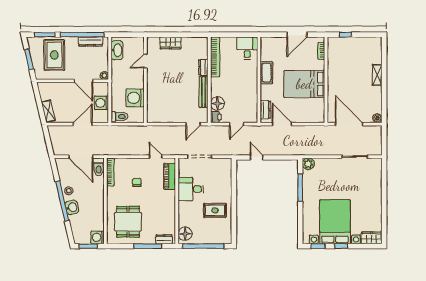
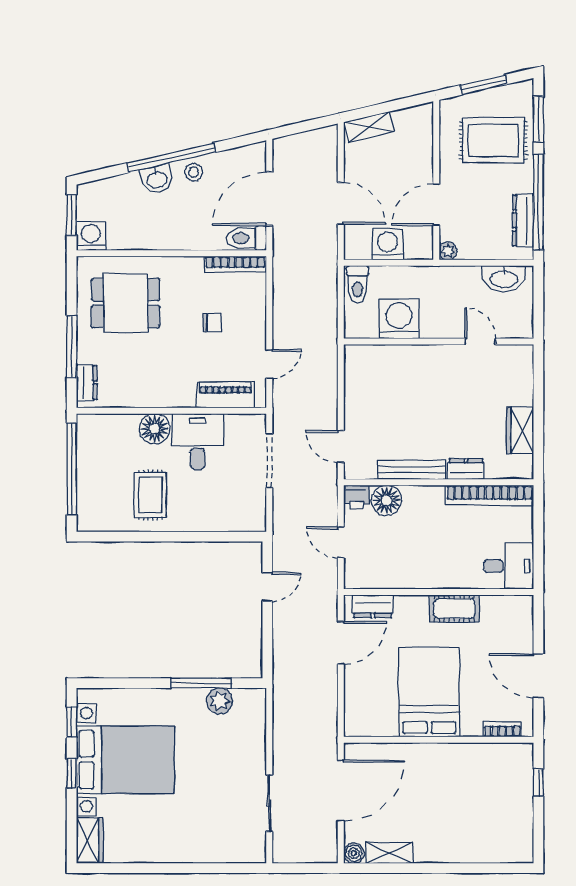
wardrobe: (170, 43) -> (520, 431), moved
shelving: (377, 75) -> (389, 853), moved
plant: (308, 164) -> (220, 701), moved
floor lamp: (185, 234) -> (155, 429), moved

